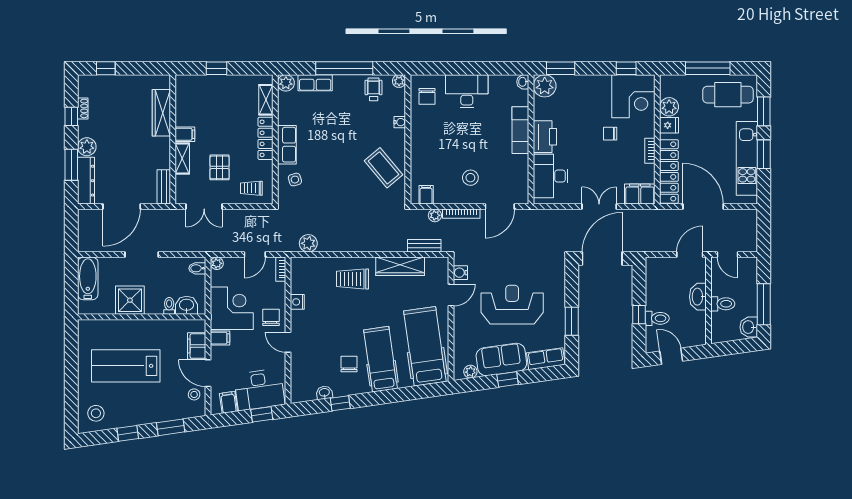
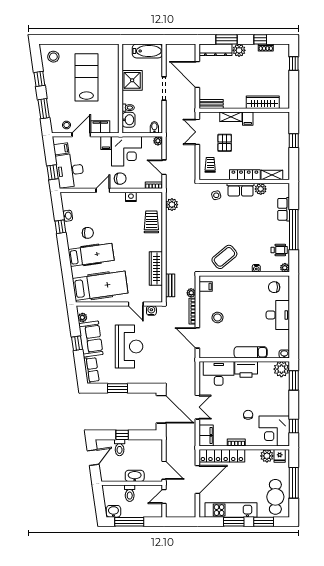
plant: (286, 83) -> (261, 189), moved
fridge: (669, 125) -> (280, 456), moved
pallet: (220, 167) -> (225, 143), turned 90
trolley: (353, 279) -> (151, 222), moved

